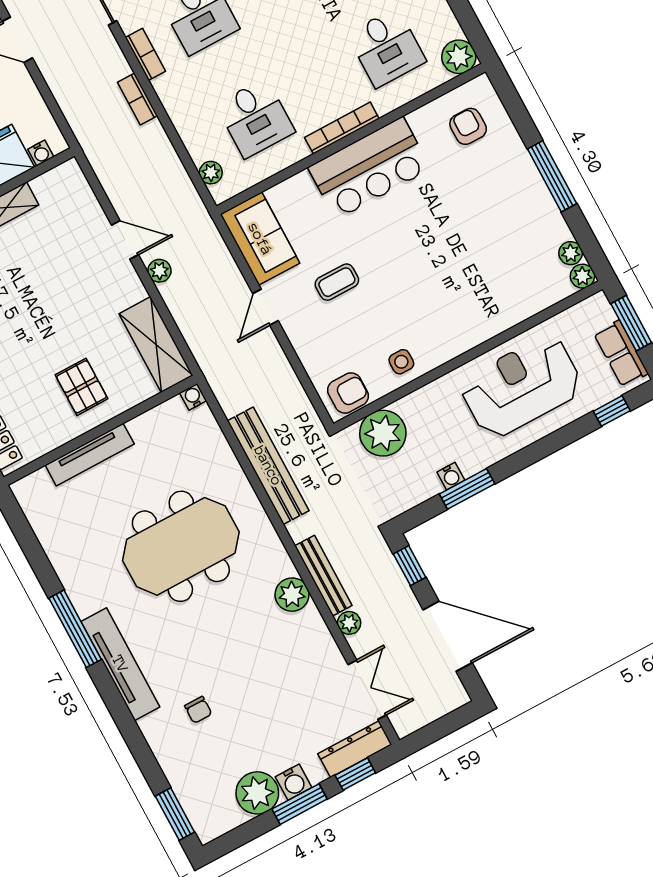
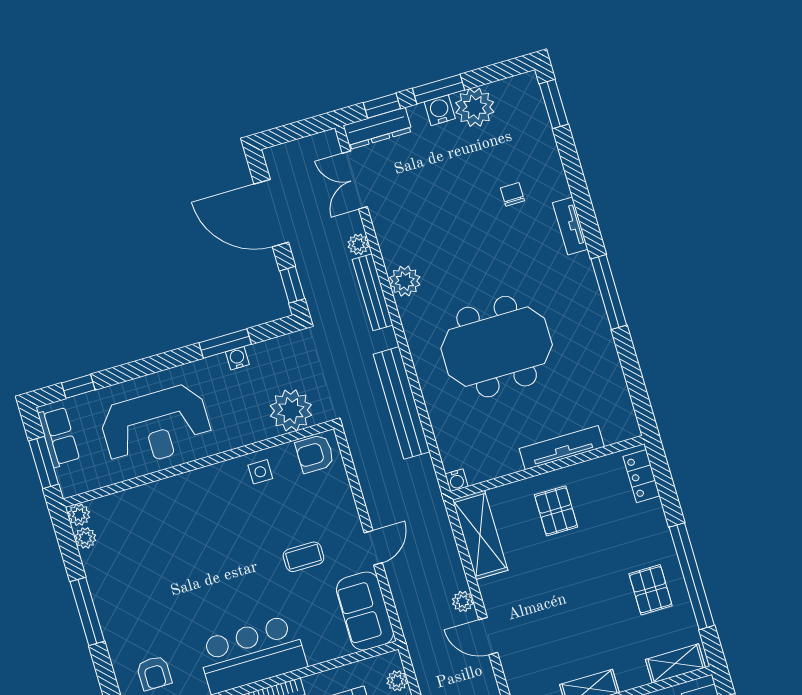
tv unit: (120, 664) -> (570, 226), width x0.52, depth x0.78

